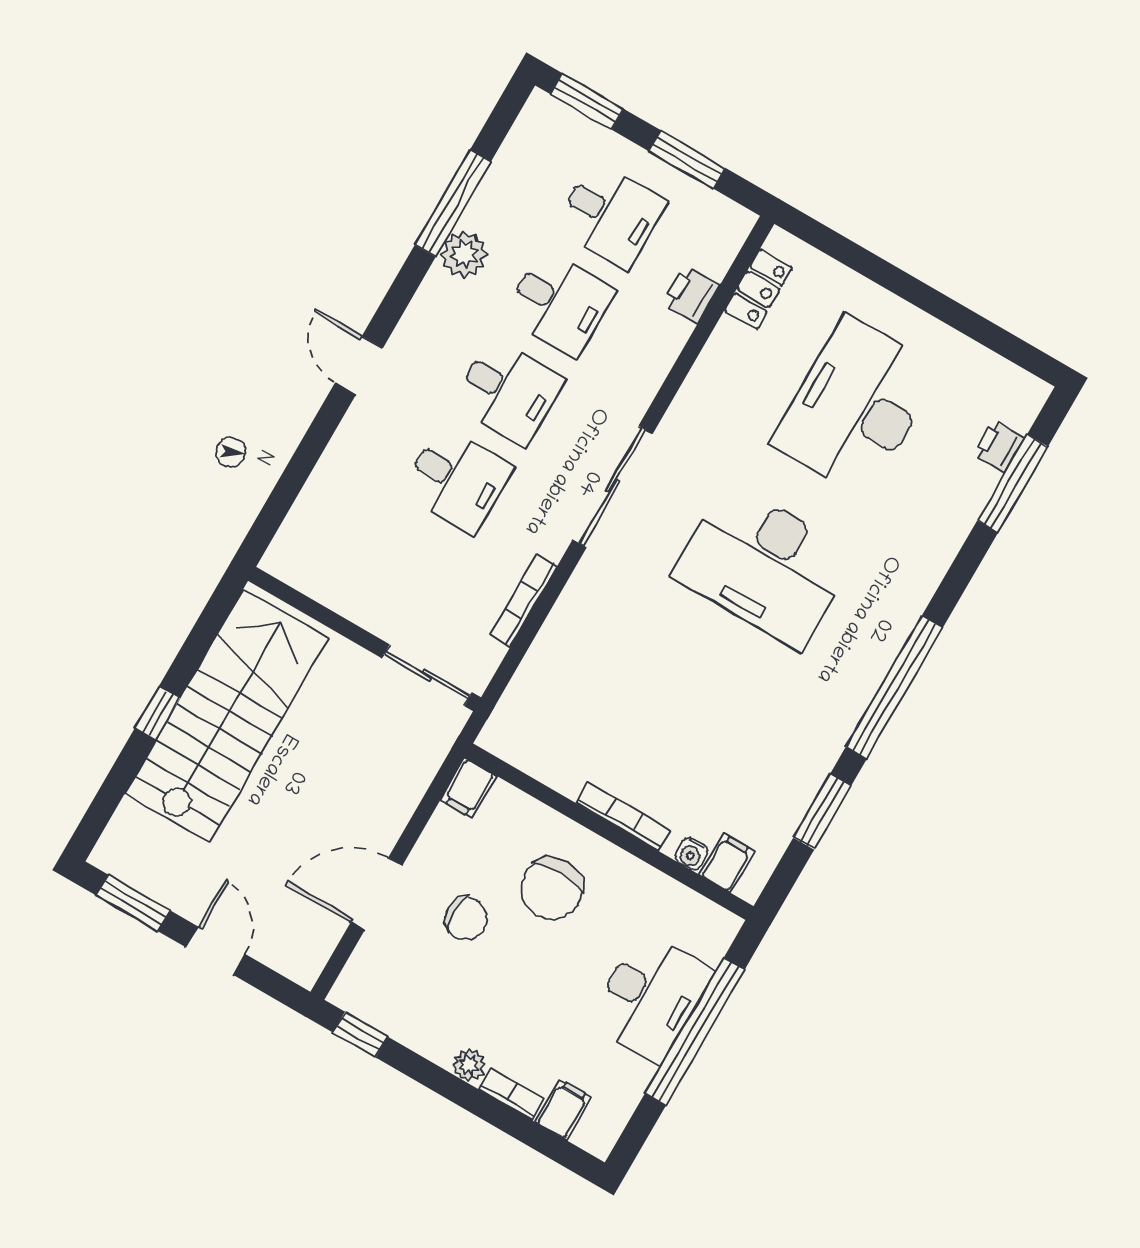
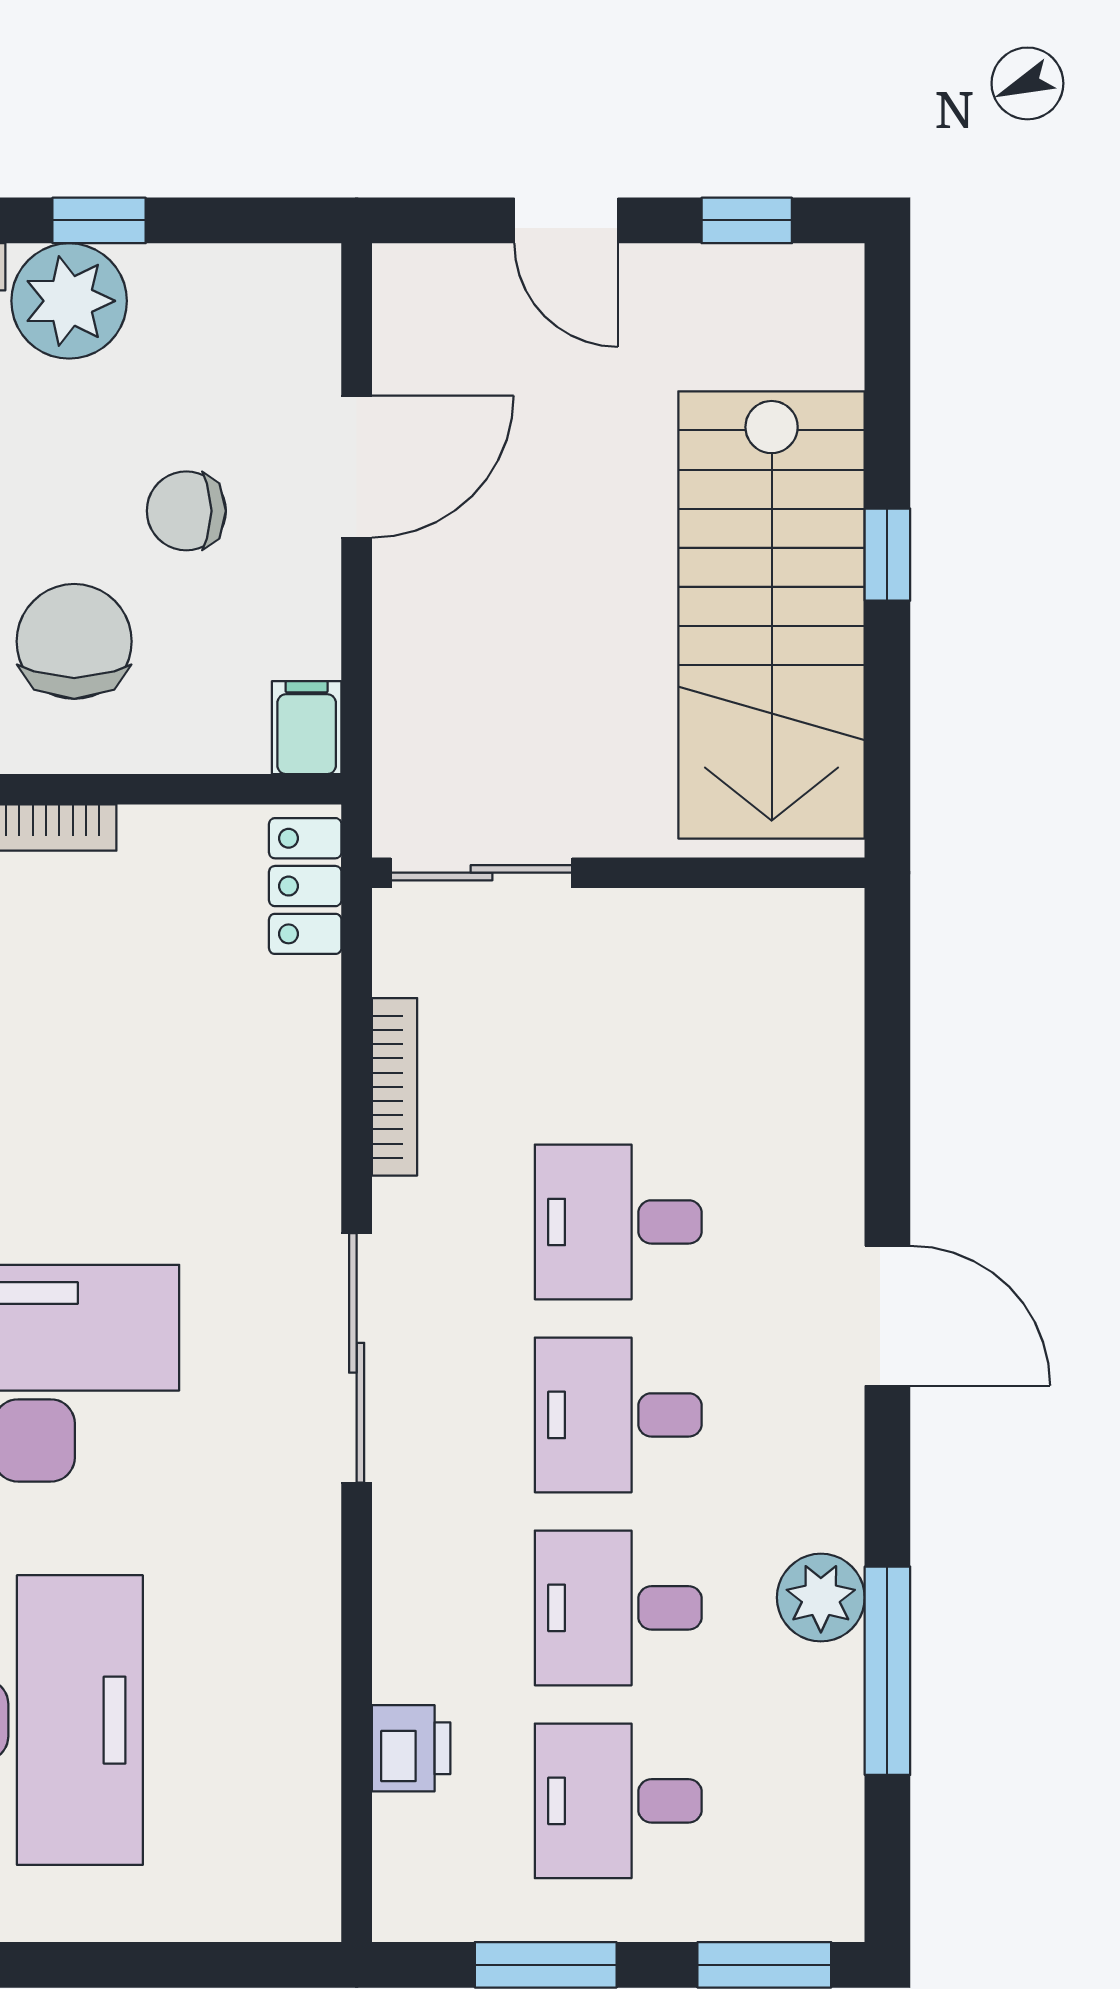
locker: (758, 289) -> (305, 886), moved
door: (359, 365) -> (887, 1316), width x1.38
window: (133, 903) -> (747, 220), width x0.67
window: (360, 1035) -> (99, 220), moved
plant: (469, 1065) -> (69, 301), width x1.87, depth x1.87

